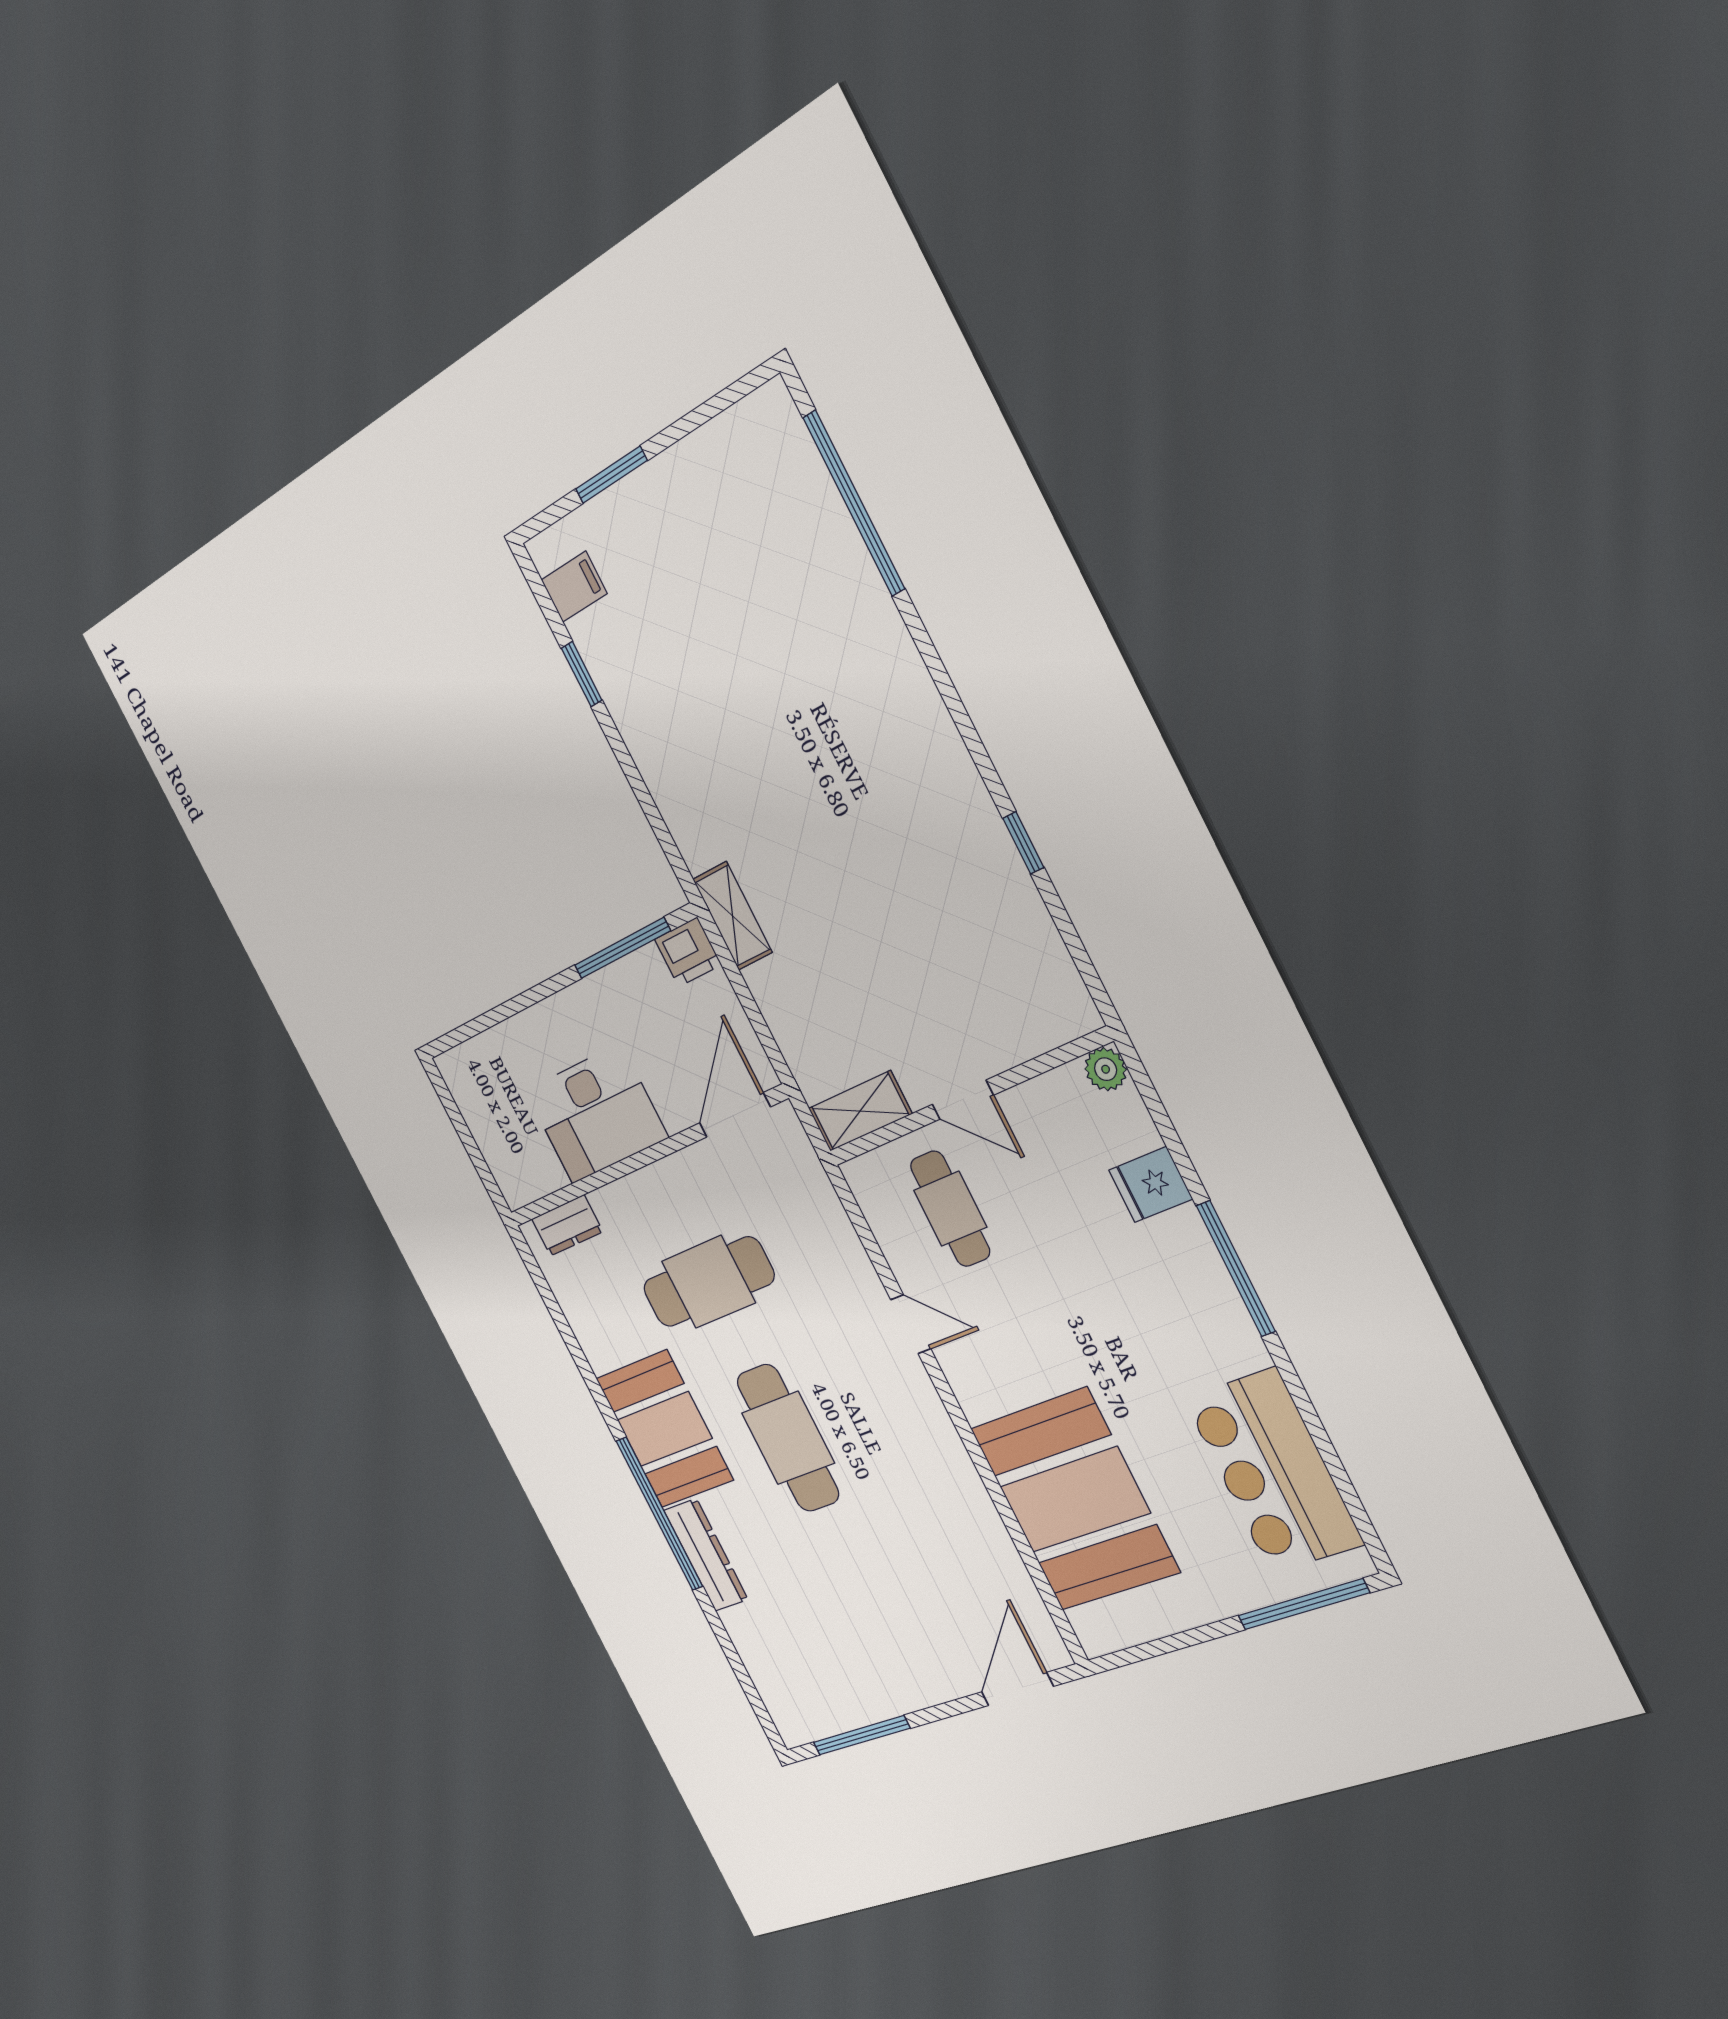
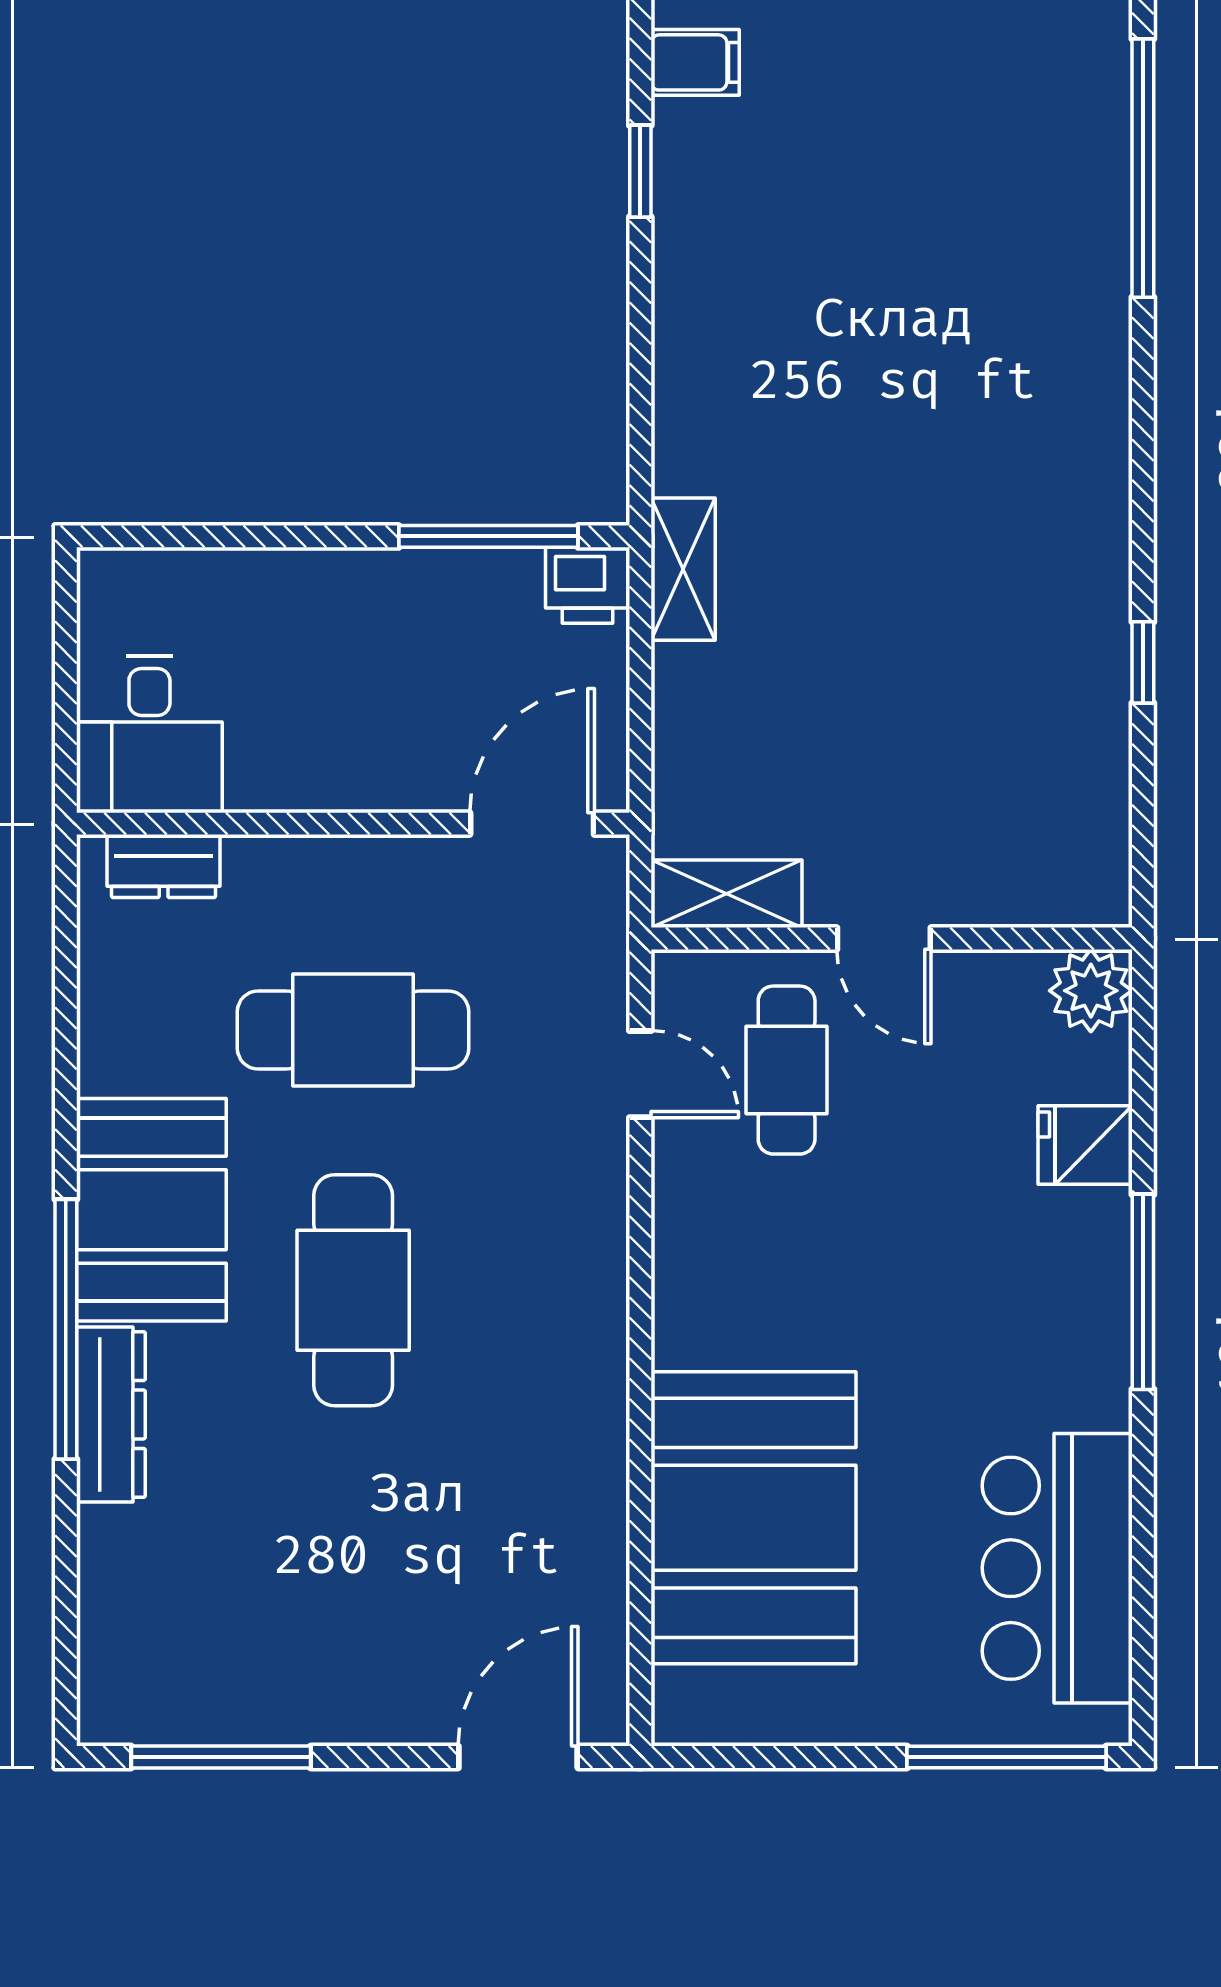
plant: (1106, 1069) -> (1091, 991), width x1.38, depth x1.38
desk: (596, 1114) -> (149, 734), moved, width x0.73
door: (911, 1324) -> (640, 1074), moved

